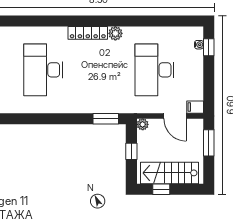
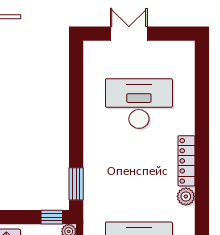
window: (131, 151) -> (52, 217), moved

